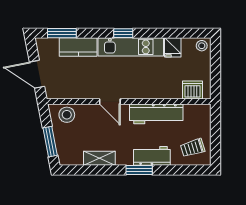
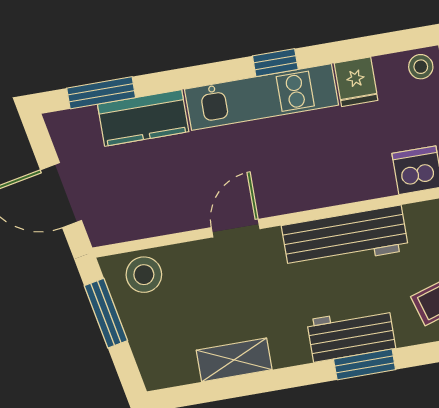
window: (123, 33) -> (275, 63), moved
door: (110, 102) -> (236, 228), swing flipped
window: (50, 142) -> (106, 313), moved
window: (139, 170) -> (365, 364), moved

